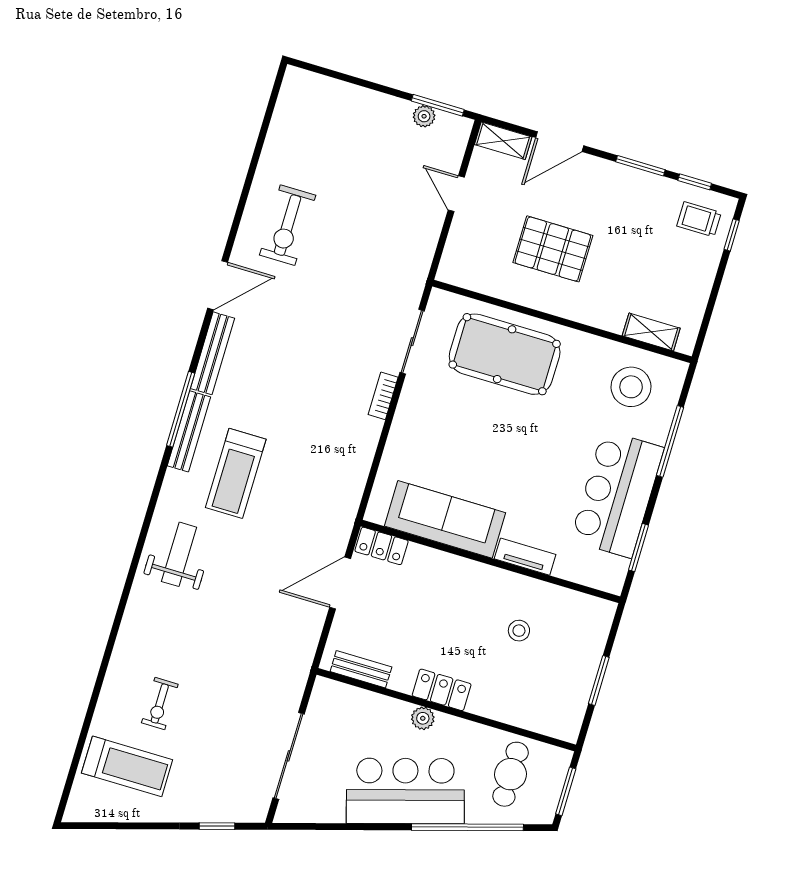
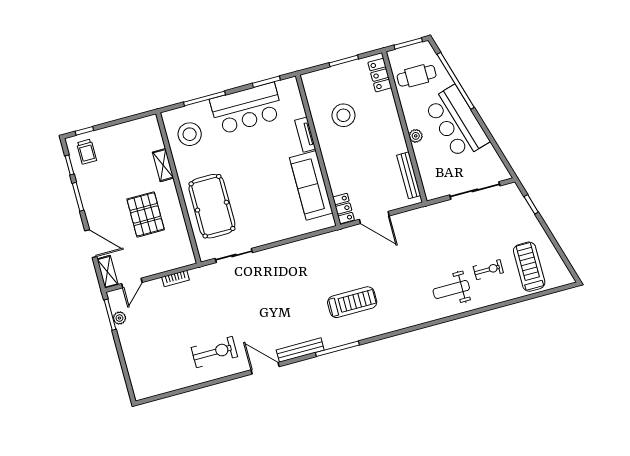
door: (456, 194) -> (132, 283), moved
shelving: (651, 332) -> (163, 165), moved
bookcase: (383, 396) -> (176, 279), moved
bench: (189, 431) -> (346, 338), removed
weight bench: (179, 554) -> (451, 289), moved
stool: (519, 631) -> (343, 115), width x1.89, depth x1.89
bench: (361, 669) -> (409, 175), width x1.36
locker: (442, 690) -> (380, 75), moved

